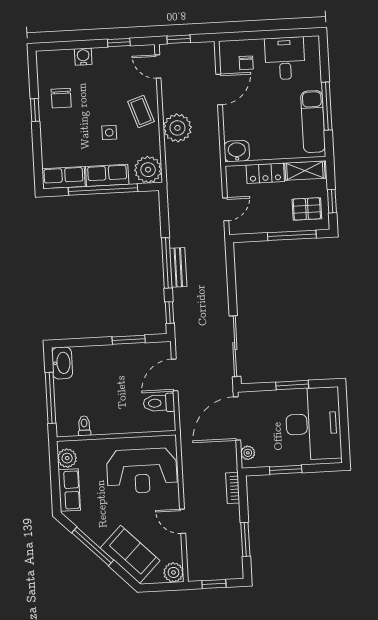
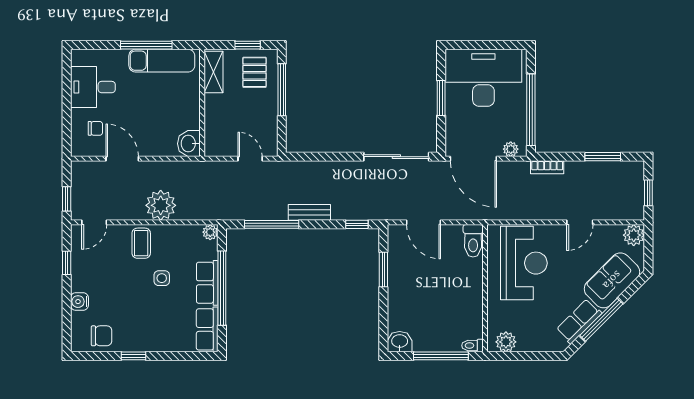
chair: (61, 98) -> (102, 336), moved
coffee table: (141, 111) -> (141, 243), turned -71
plant: (148, 170) -> (210, 232), width x0.53, depth x0.53
locker: (265, 173) -> (214, 115), removed
window: (167, 263) -> (272, 224), moved
washbasin: (62, 363) -> (400, 342), width x0.72
toilet: (159, 403) -> (473, 241), moved
toilet: (84, 426) -> (472, 346), moved
window: (286, 470) -> (531, 110), width x2.11
row of seats: (69, 490) -> (579, 321), moved, turned -45

